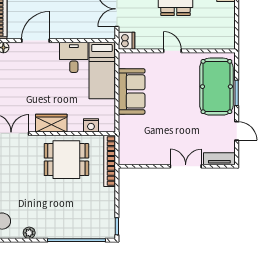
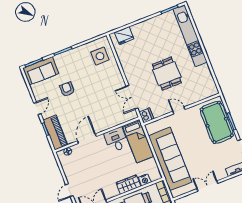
sofa: (132, 91) -> (170, 159), width x1.85, depth x1.27
wardrobe: (51, 123) -> (128, 185), moved
double door: (186, 166) -> (207, 186), moved

